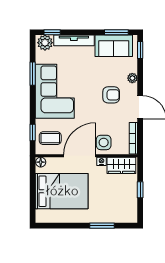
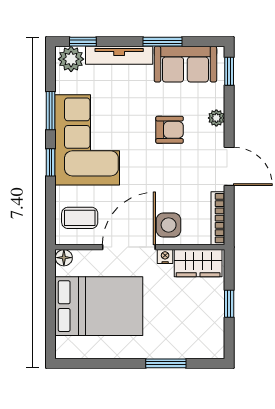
window: (116, 32) -> (163, 42), moved
armchair: (111, 95) -> (170, 130), moved
window: (33, 133) -> (51, 162), moved

